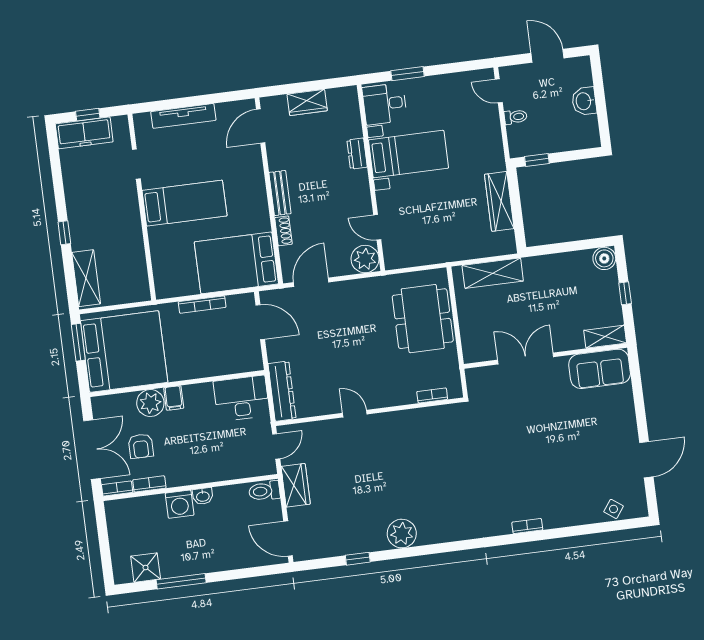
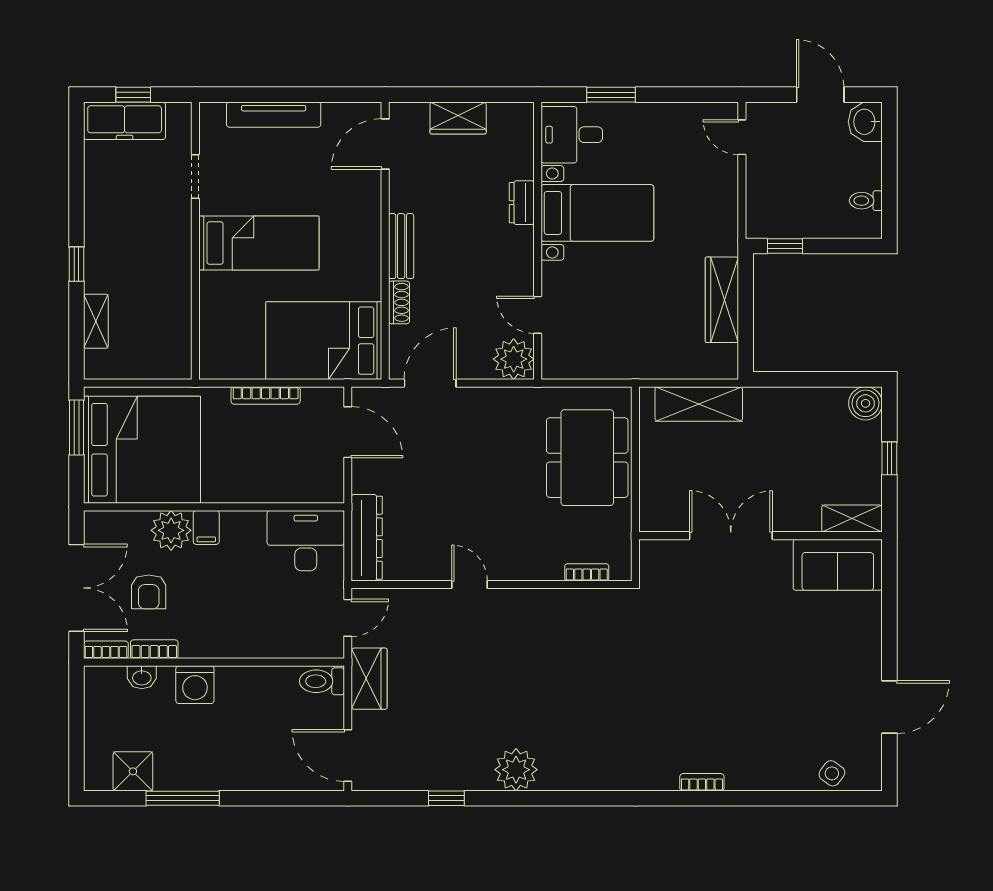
washbasin: (584, 101) -> (865, 122), moved
toilet: (516, 117) -> (866, 201), moved, turned 180
shelving: (86, 278) -> (96, 321), width x0.67, depth x0.75
washbasin: (203, 496) -> (142, 677), moved

